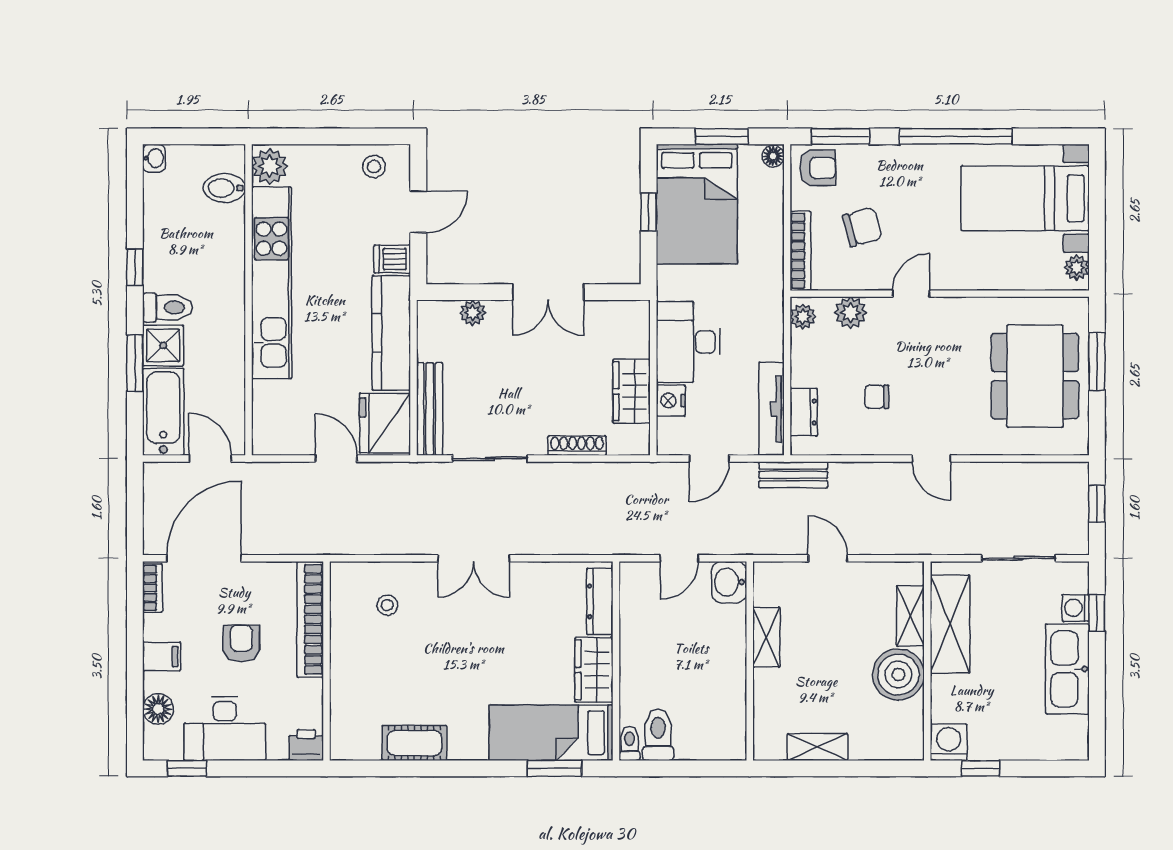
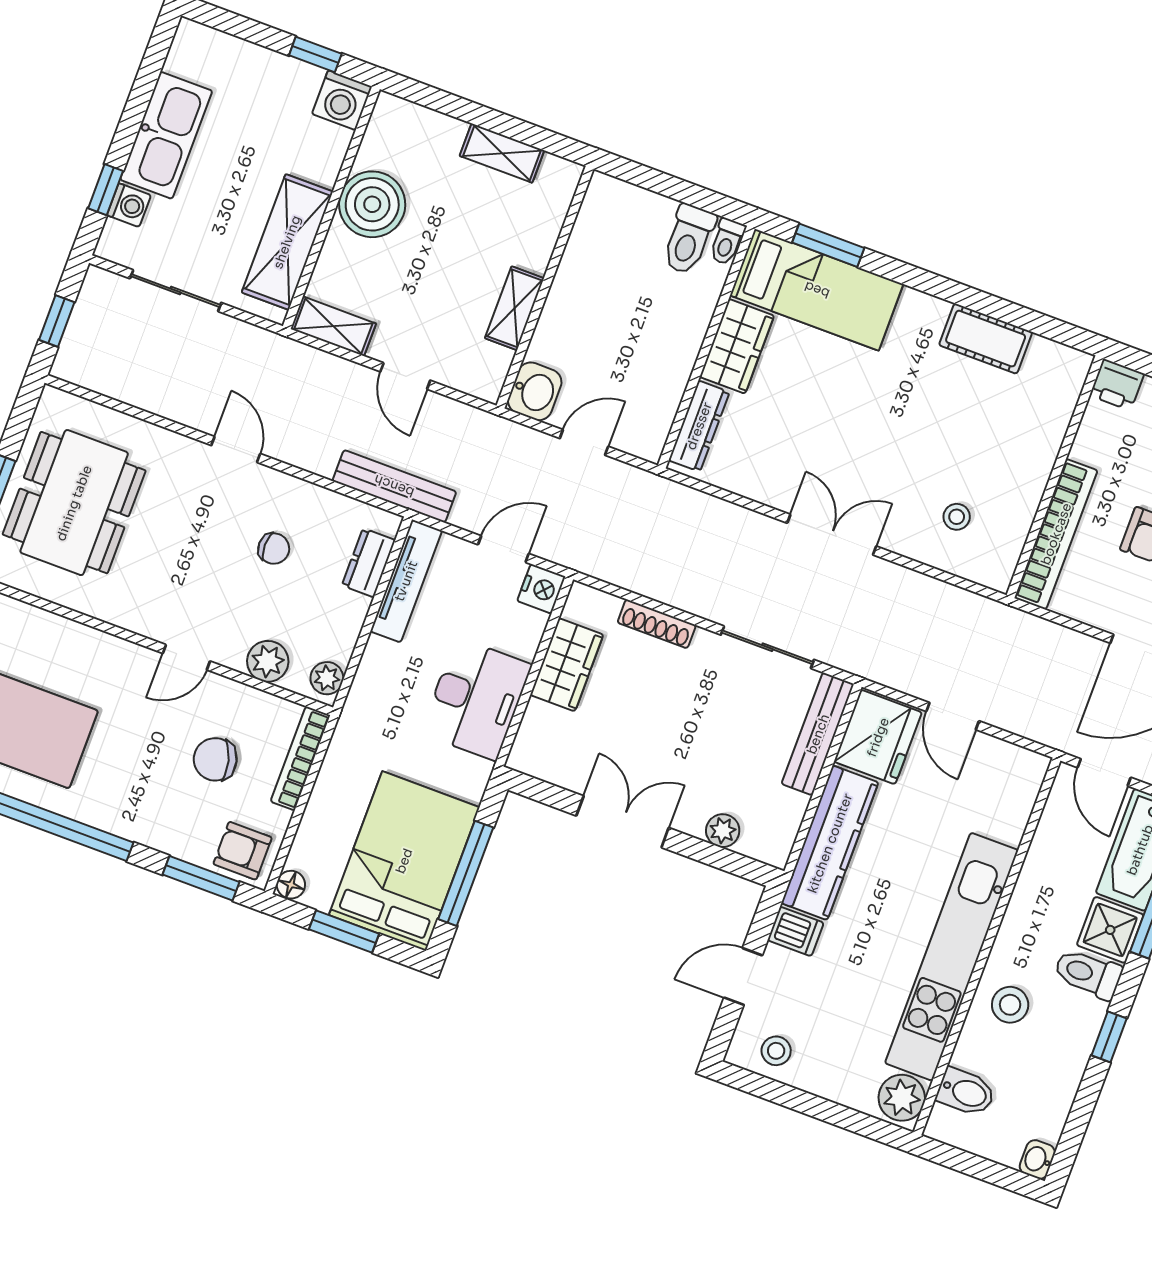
window: (649, 212) -> (466, 873), width x2.17
stool: (216, 264) -> (1010, 1005), added
nightstand: (671, 401) -> (541, 589), moved
bench: (793, 475) -> (394, 486), width x1.36
shelving: (910, 616) -> (333, 326), moved, turned 90

